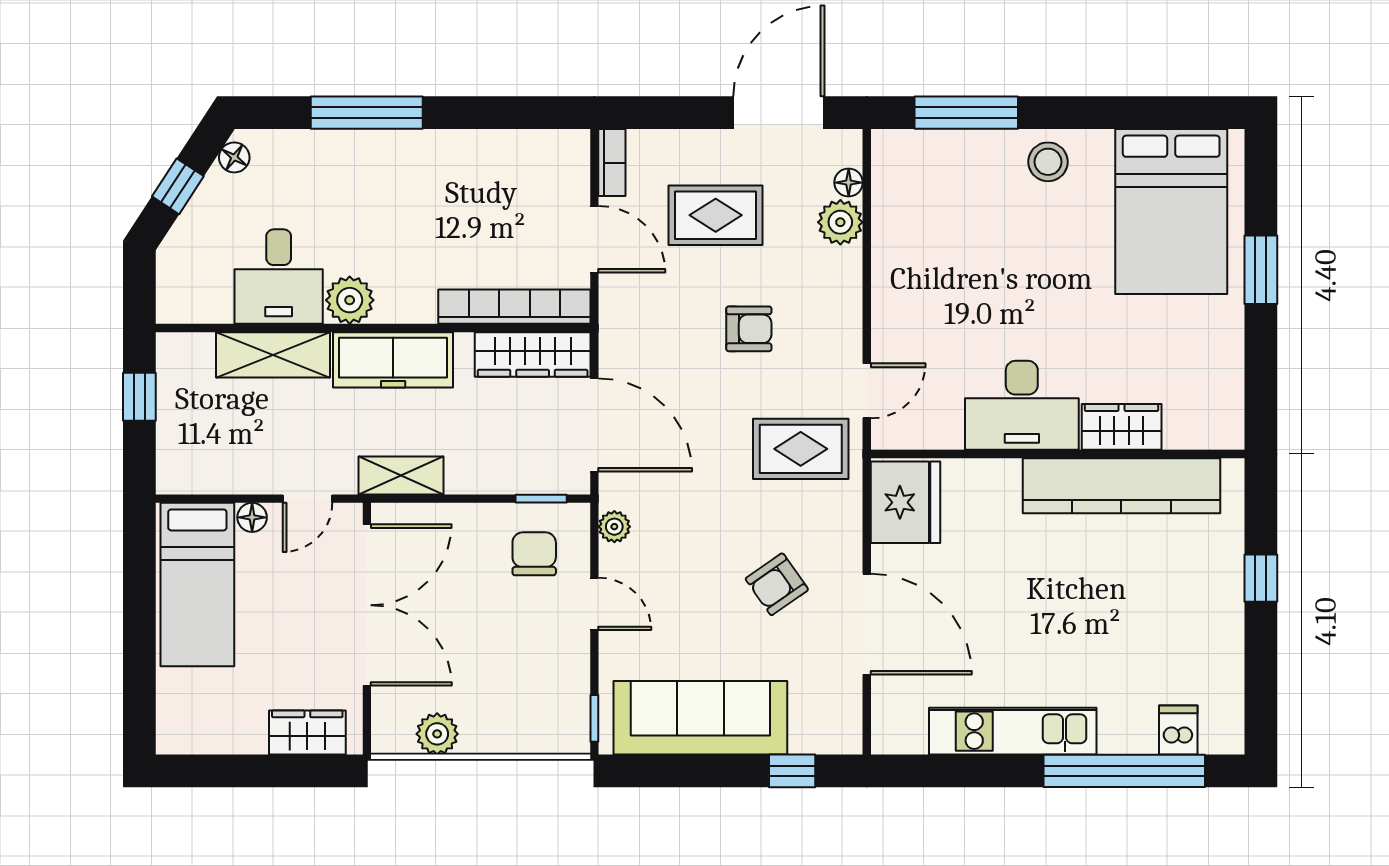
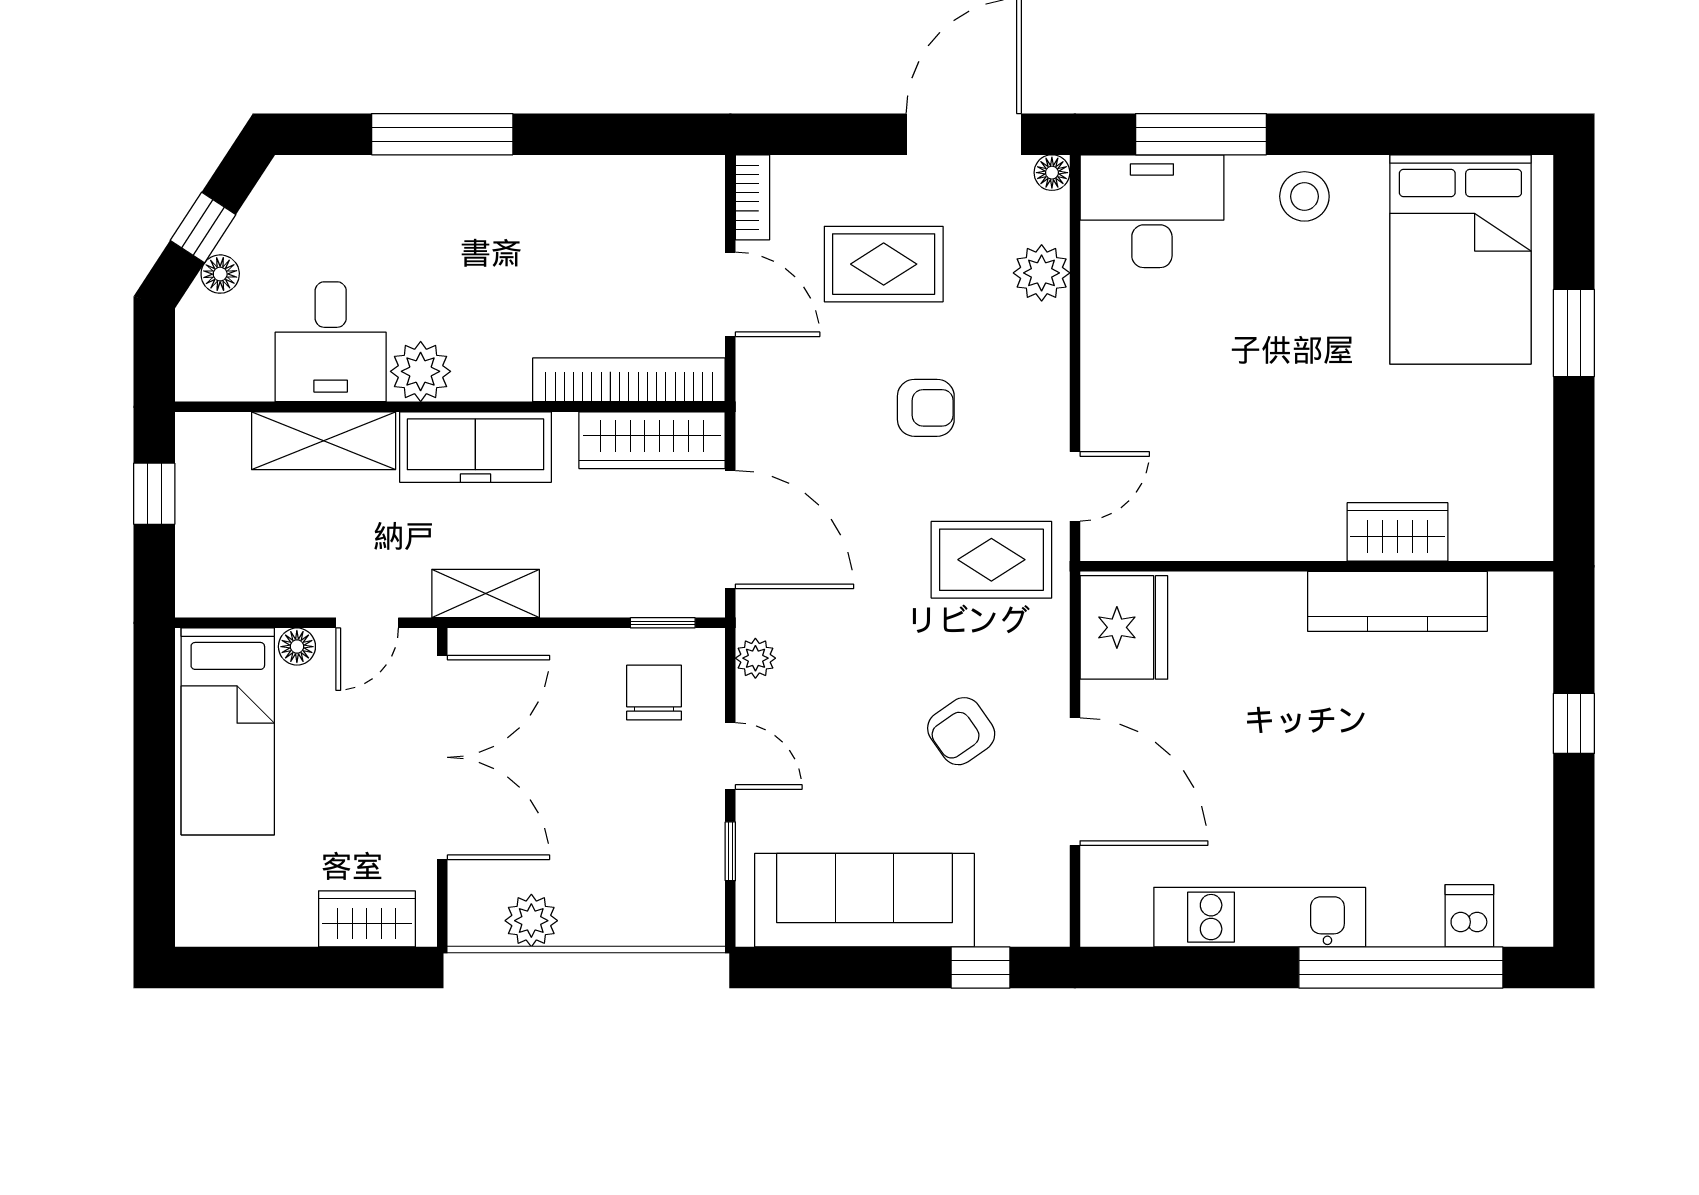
floor lamp: (234, 157) -> (220, 274), moved
floor lamp: (849, 183) -> (1052, 173), moved
desk: (1022, 405) -> (1152, 211), moved, turned 180
kitchen counter: (1121, 486) -> (1397, 601), width x0.72, depth x0.86
window: (594, 718) -> (730, 851), moved

